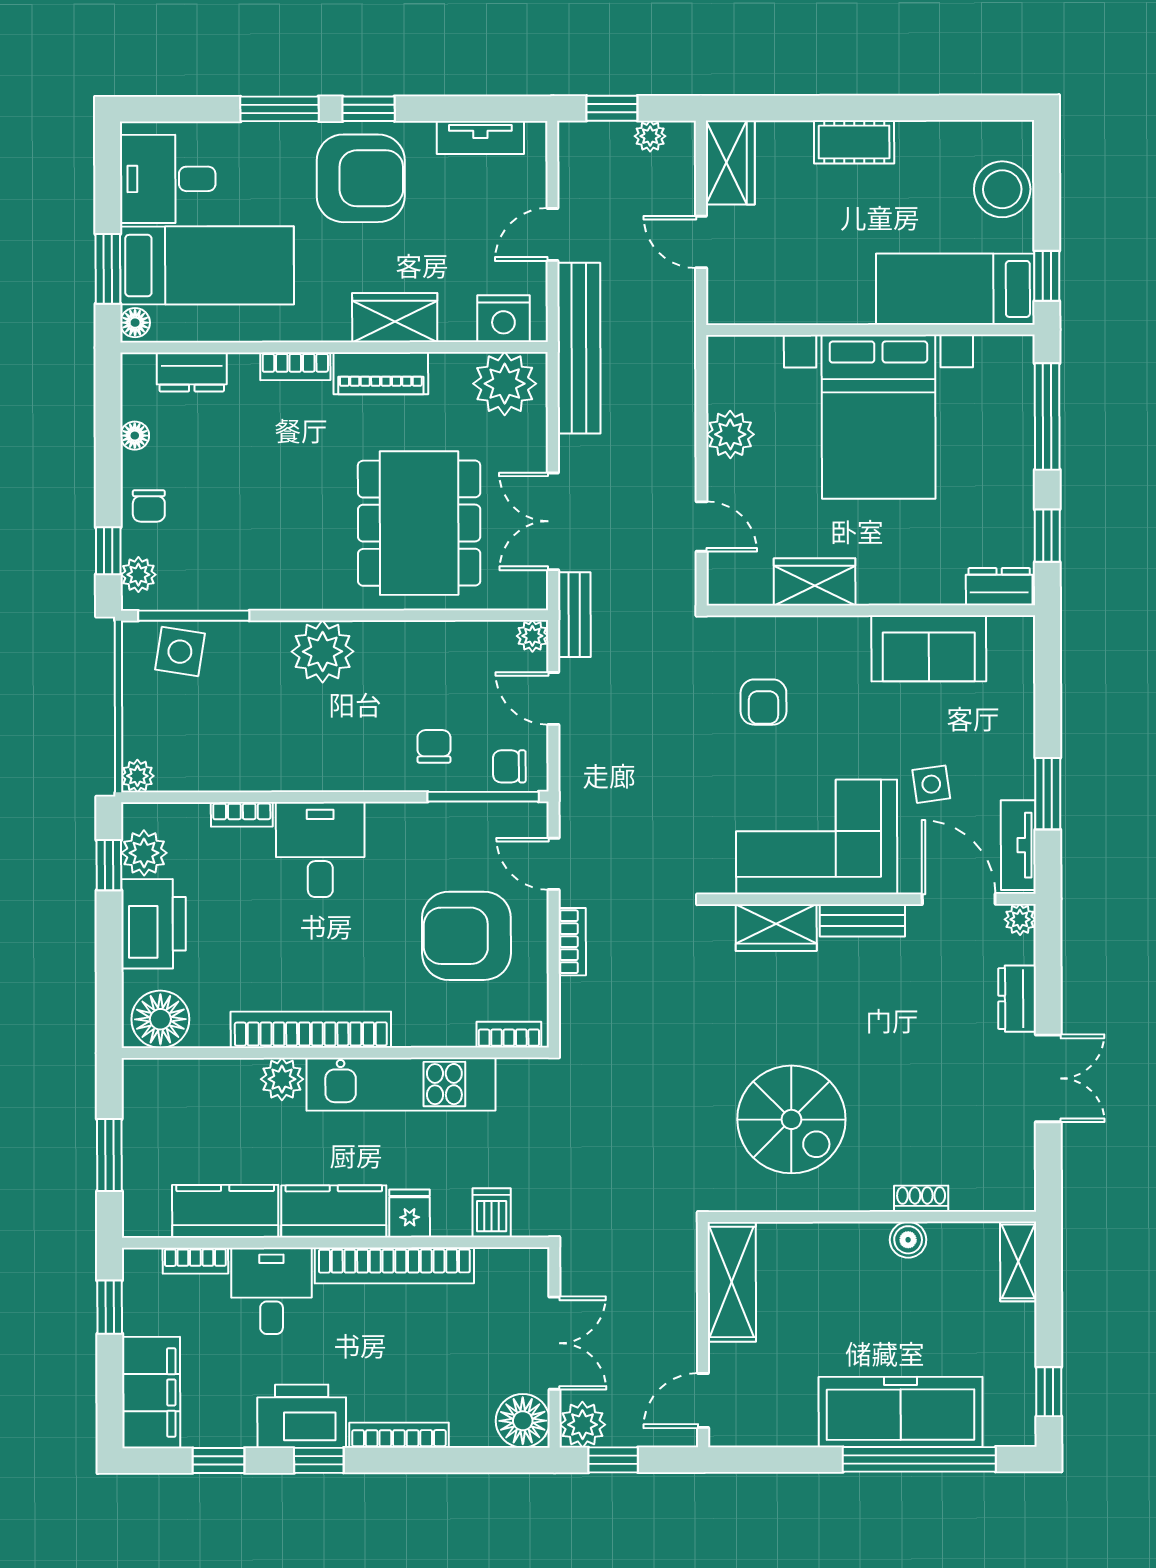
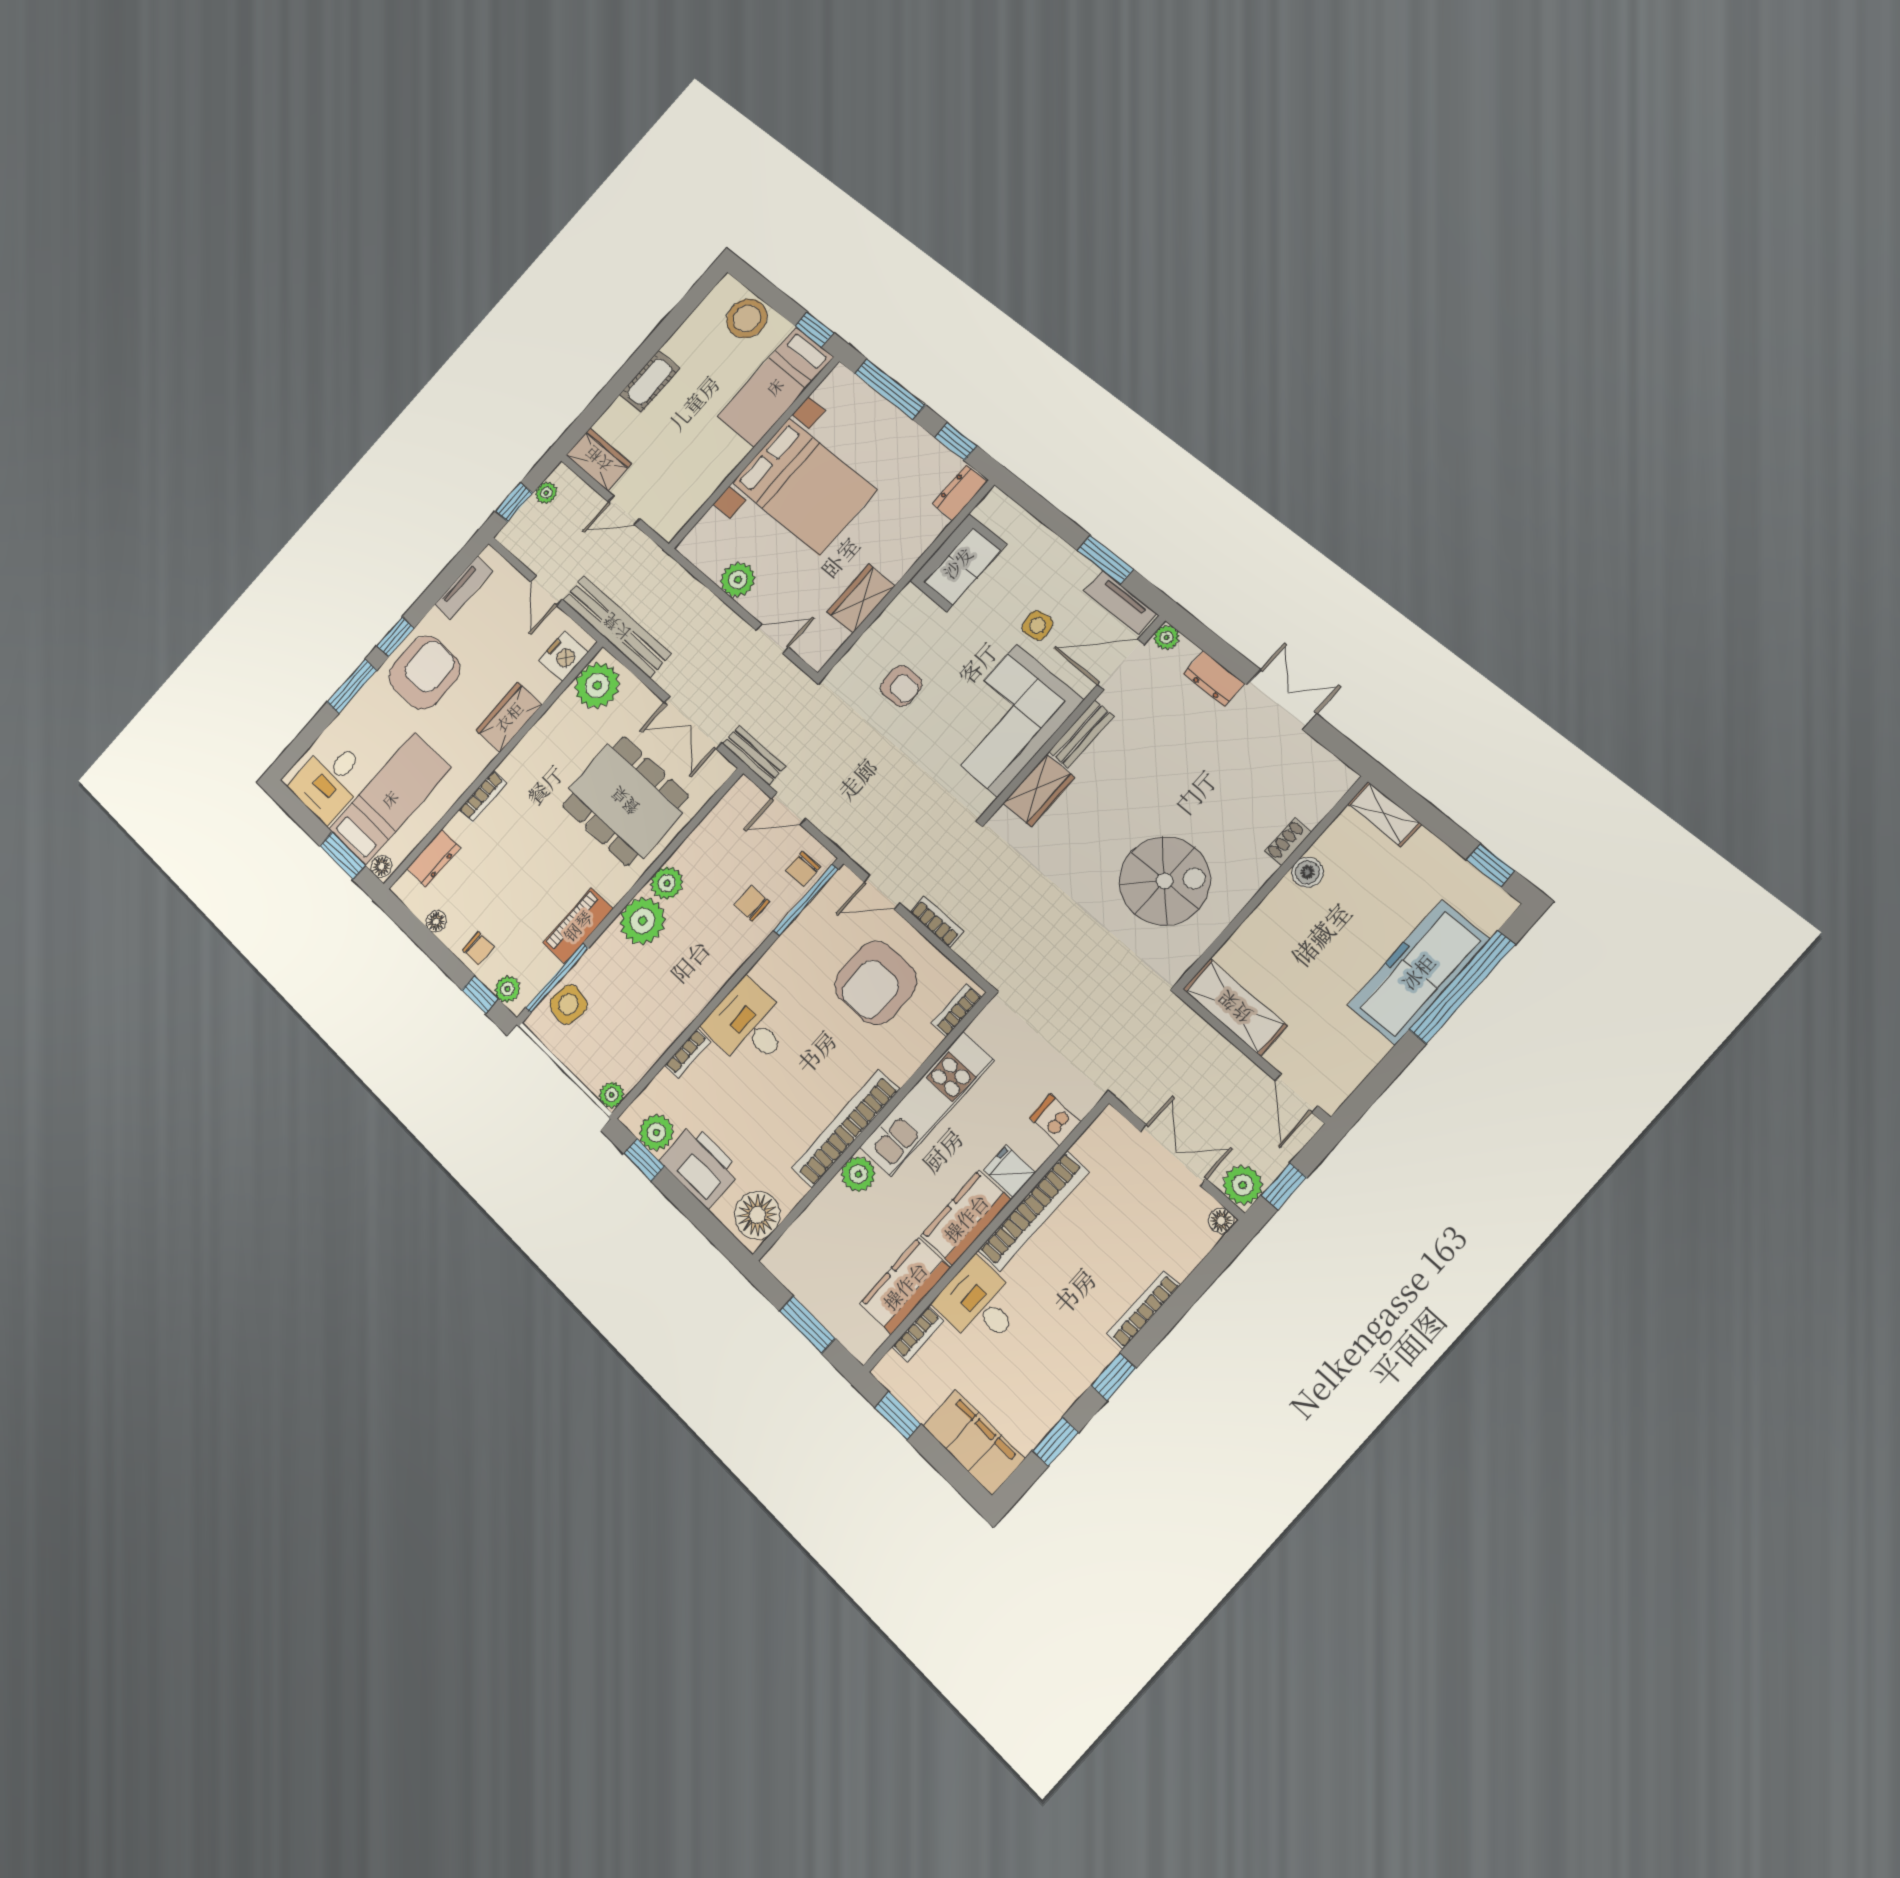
piano: (381, 373) -> (578, 926), moved, turned 180
plant: (532, 636) -> (667, 883), moved, width x1.38, depth x1.38
printer: (302, 1416) -> (1075, 1361), removed
floor lamp: (523, 1421) -> (1221, 1221), width x0.53, depth x0.53

